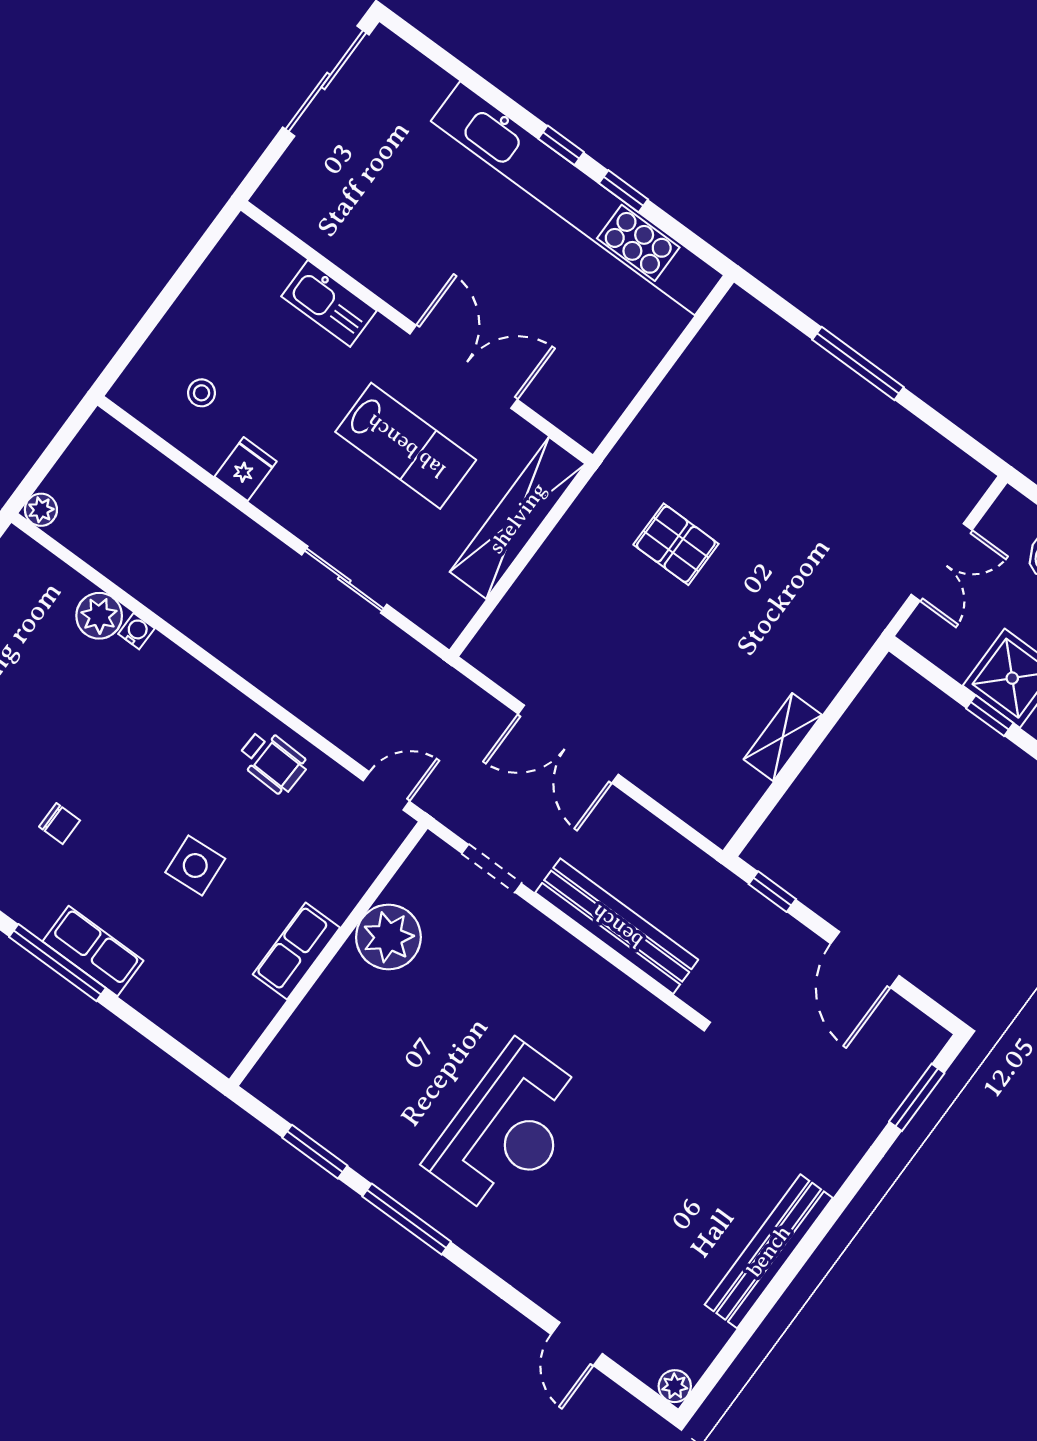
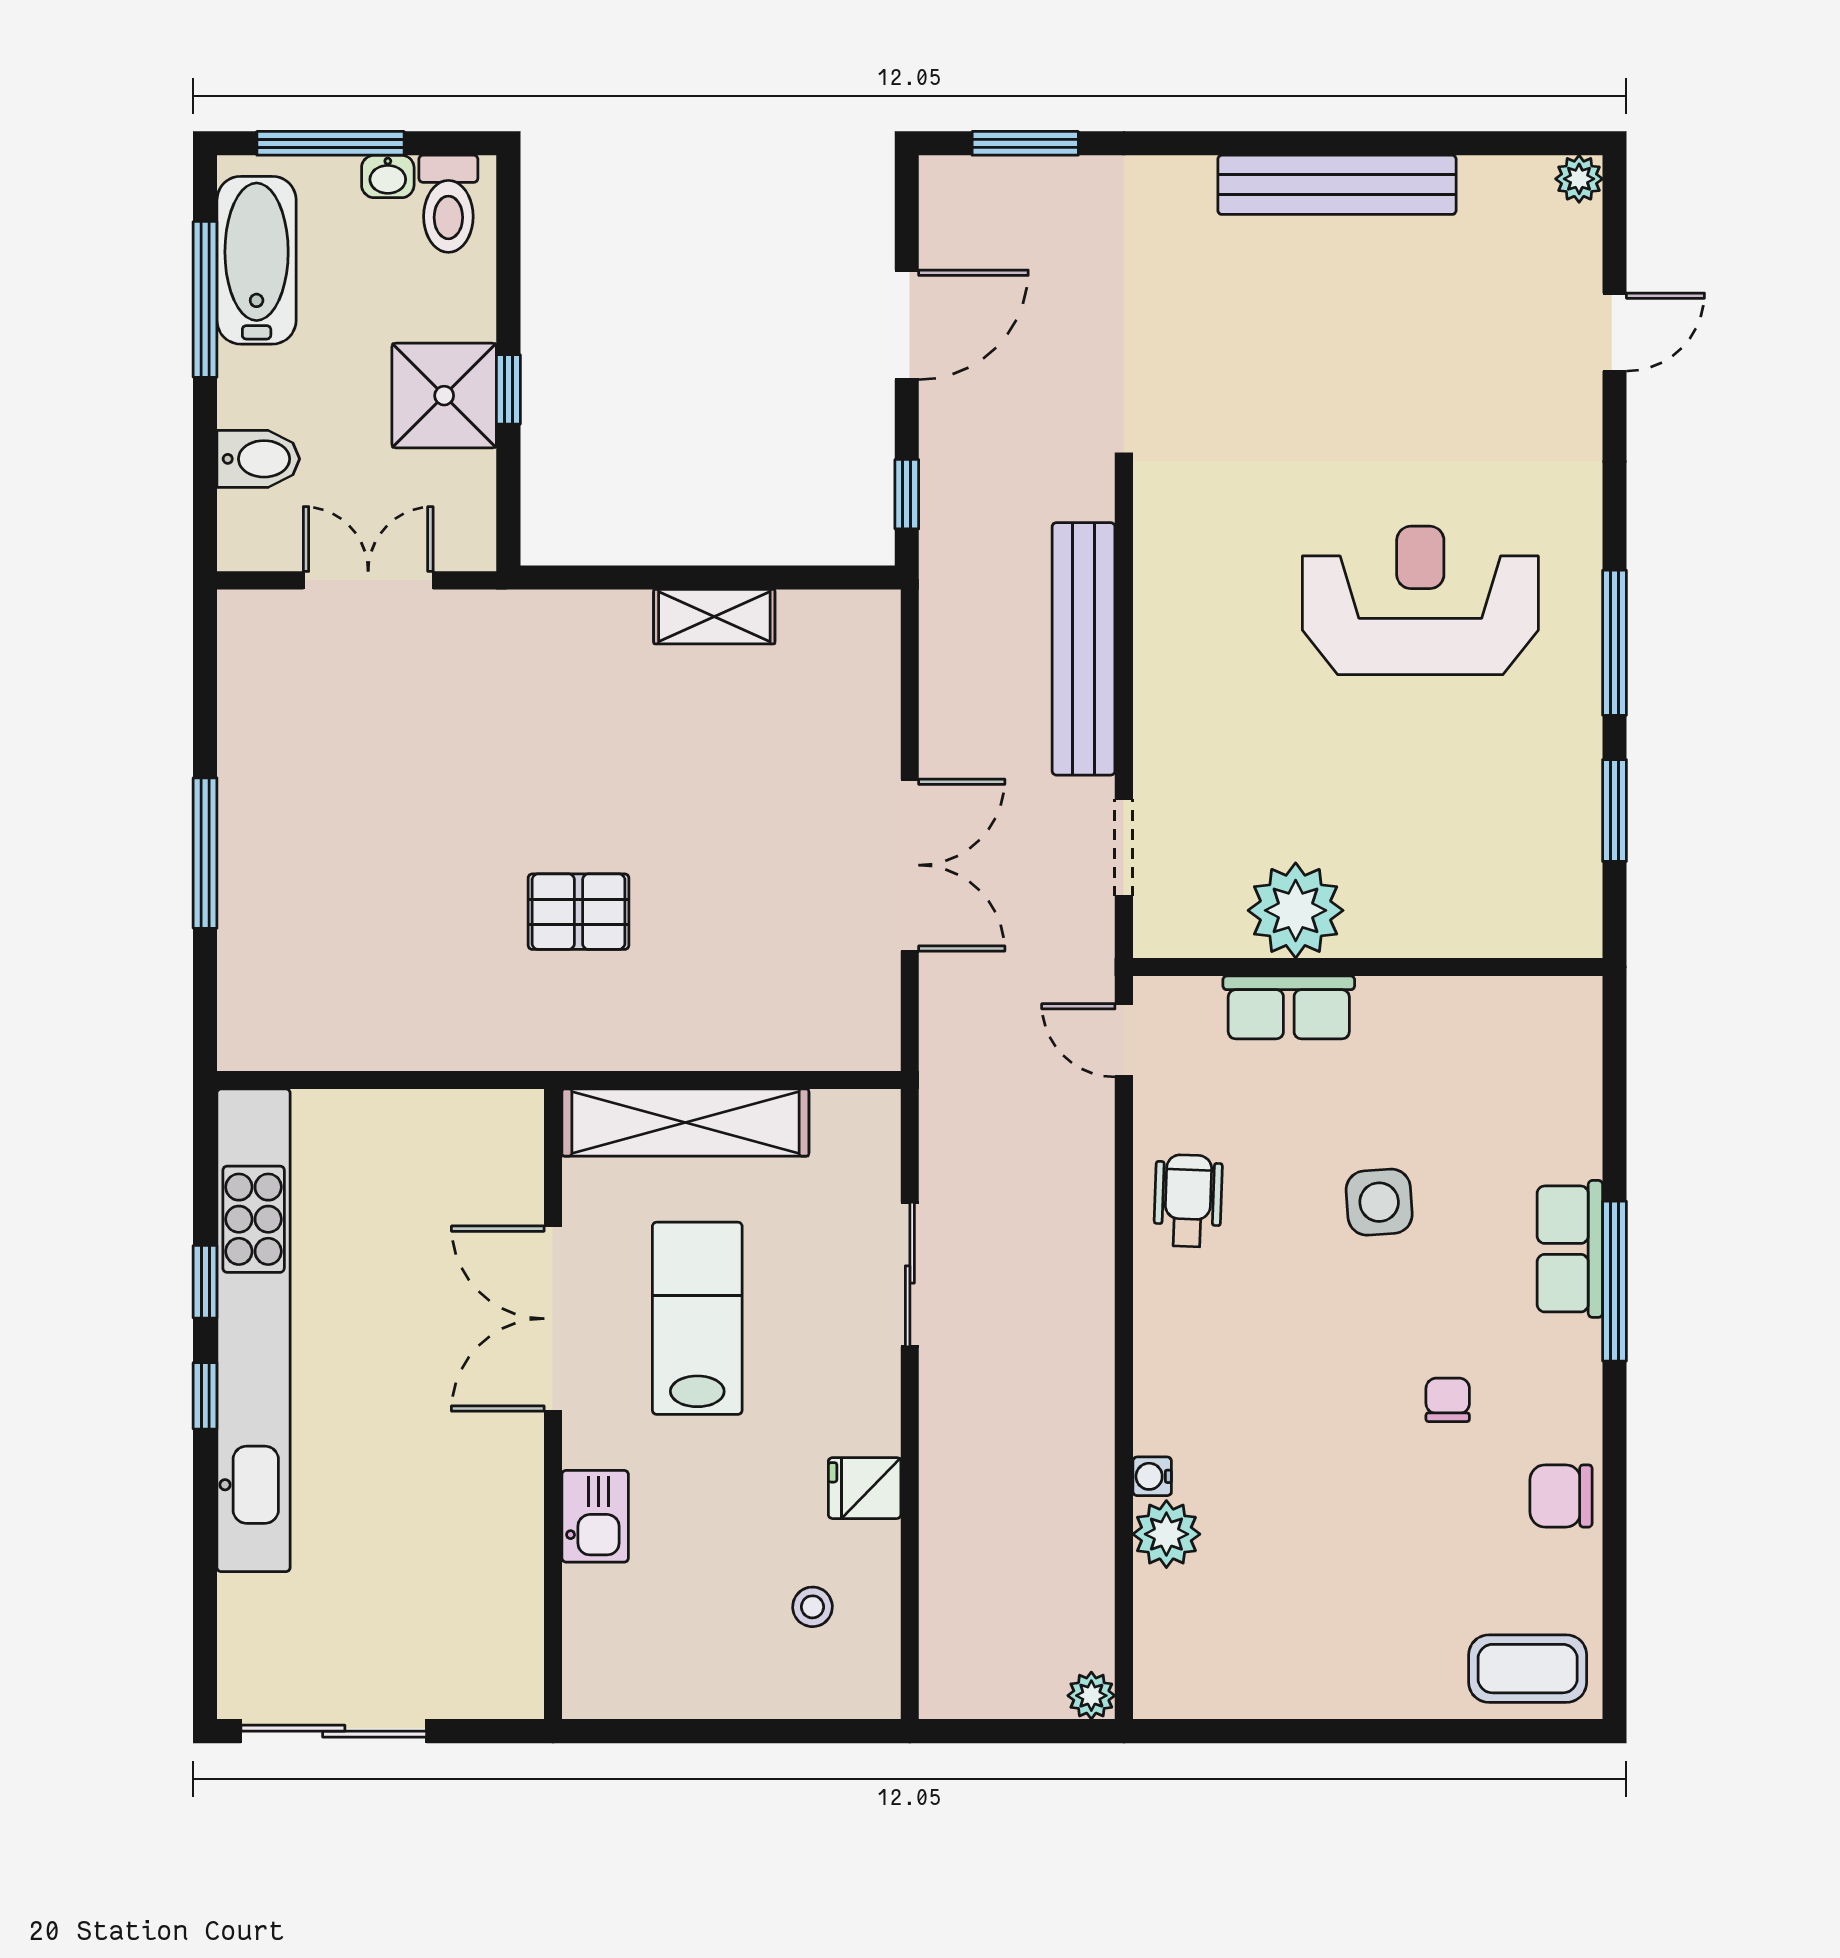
kitchen sink: (329, 303) -> (595, 1516), width x0.73
pallet: (676, 544) -> (578, 912), turned 90
row of seats: (296, 951) -> (1289, 1007), moved

